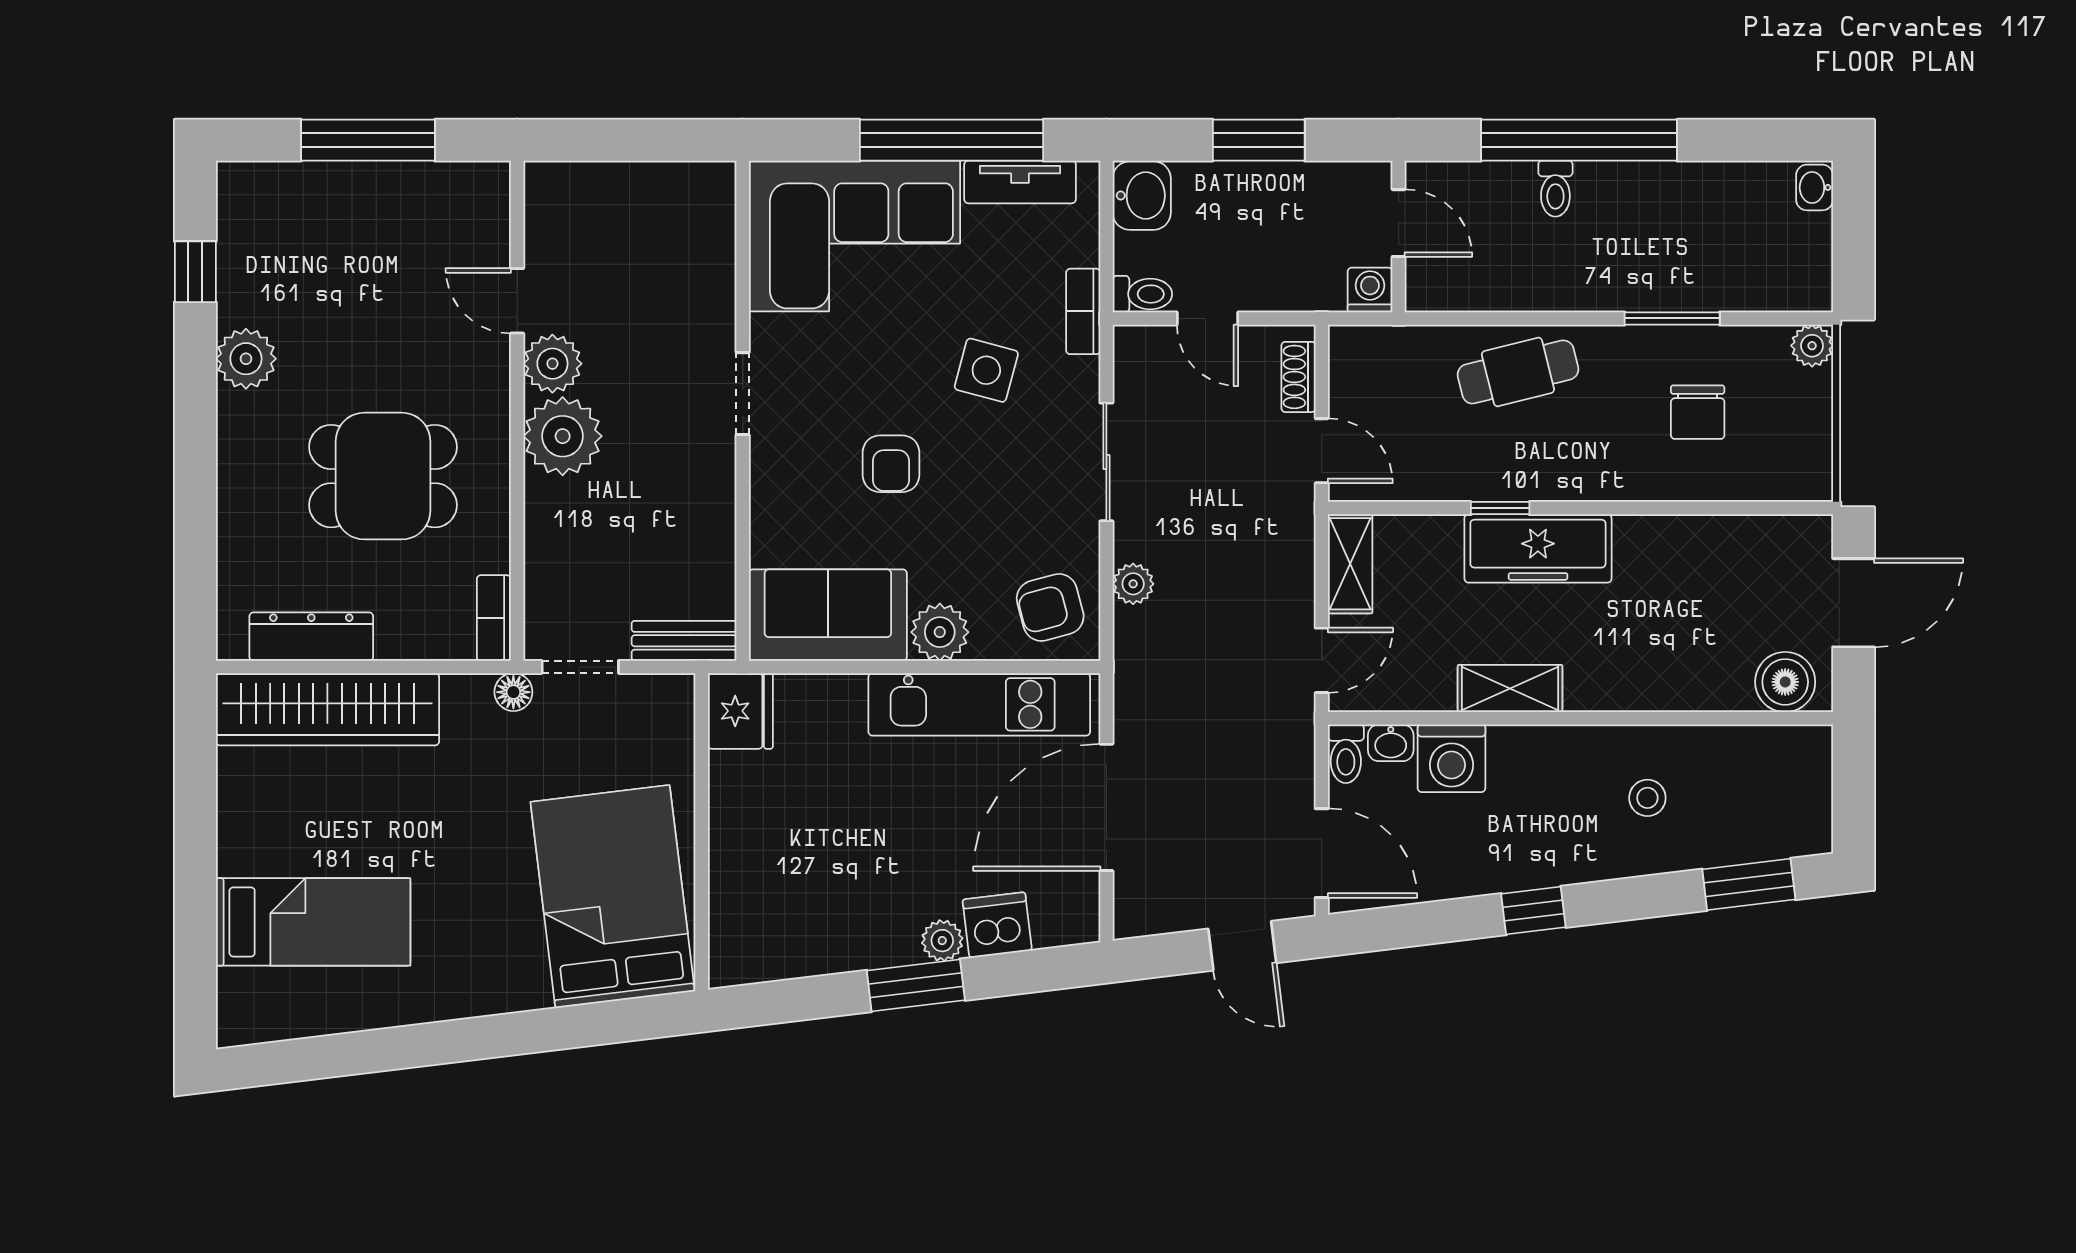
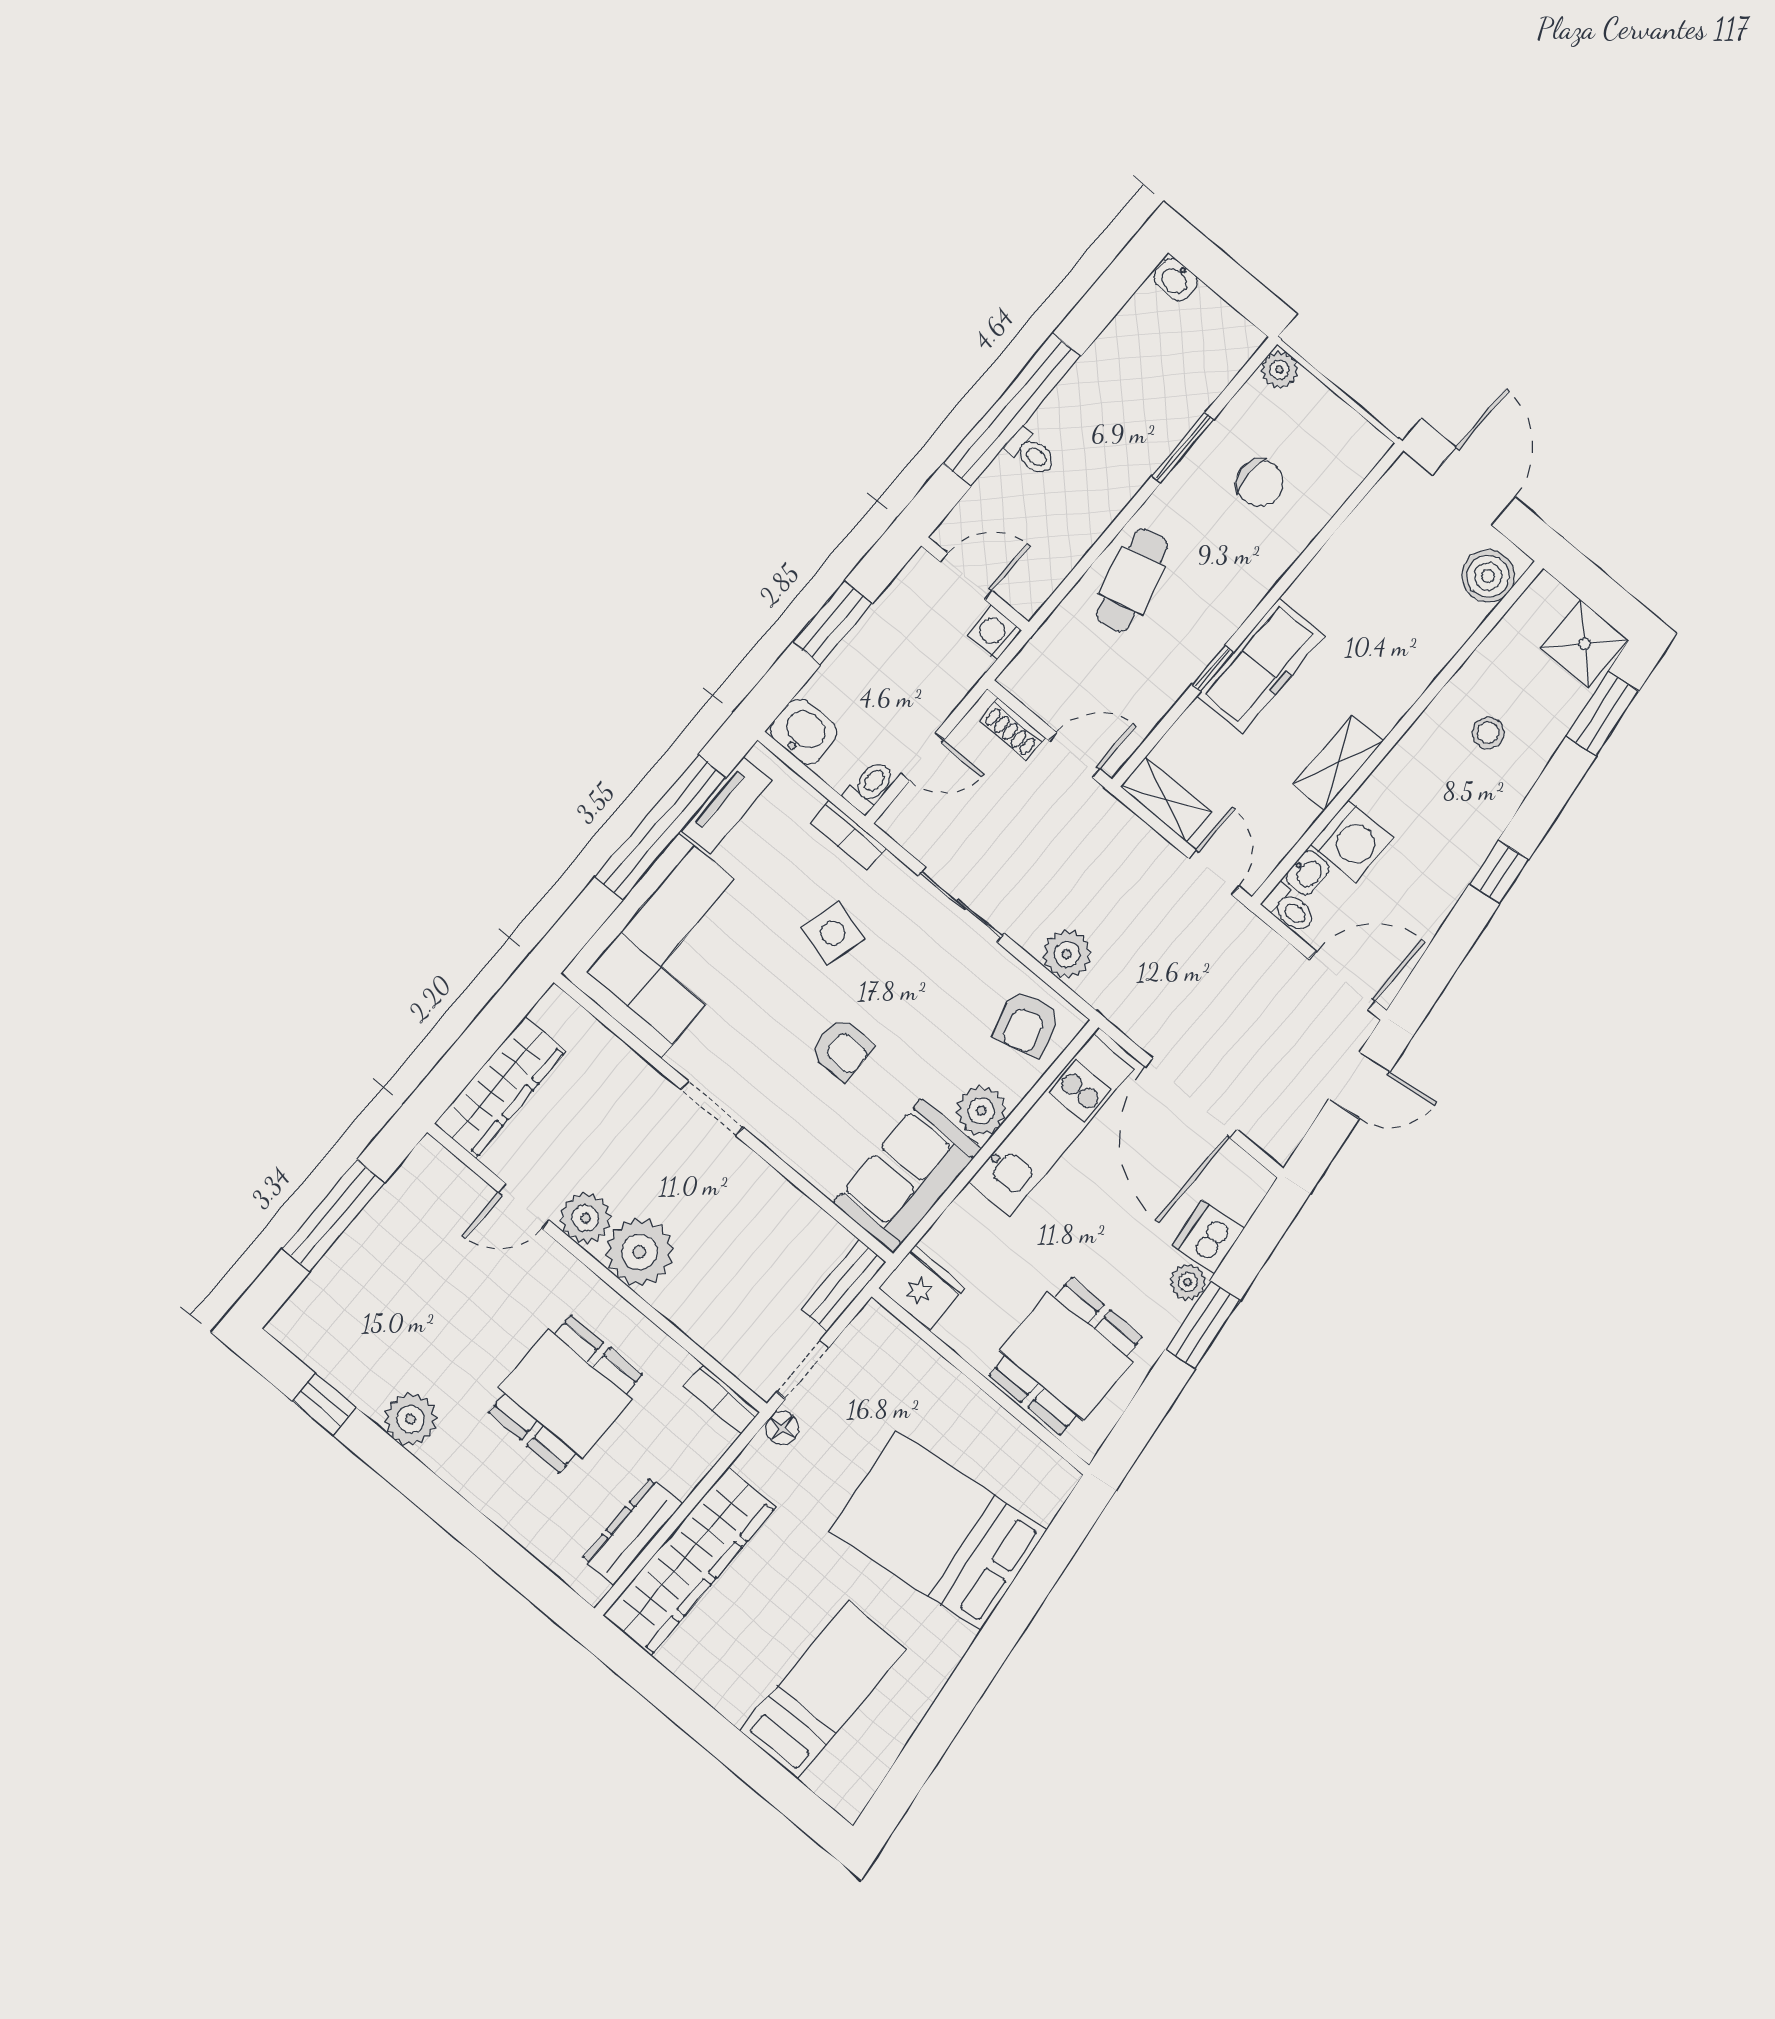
wardrobe: (604, 192) -> (500, 1087), added
plant: (1133, 584) -> (1067, 954), width x1.38, depth x1.38
shower: (1797, 817) -> (1584, 644), added
dining table: (787, 888) -> (1066, 1356), added
bed: (613, 897) -> (939, 1531), moved

